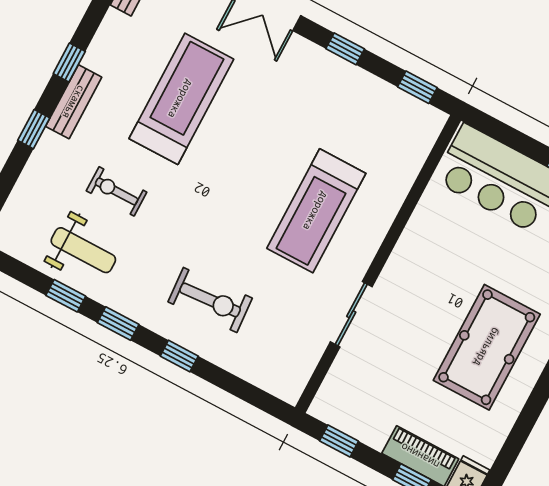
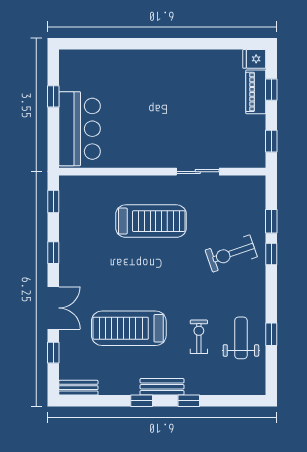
exercise bike: (117, 191) -> (199, 337), turned 180
exercise bike: (210, 300) -> (231, 253), turned -105
window: (118, 324) -> (271, 221), moved
pool table: (487, 347) -> (176, 87), removed

